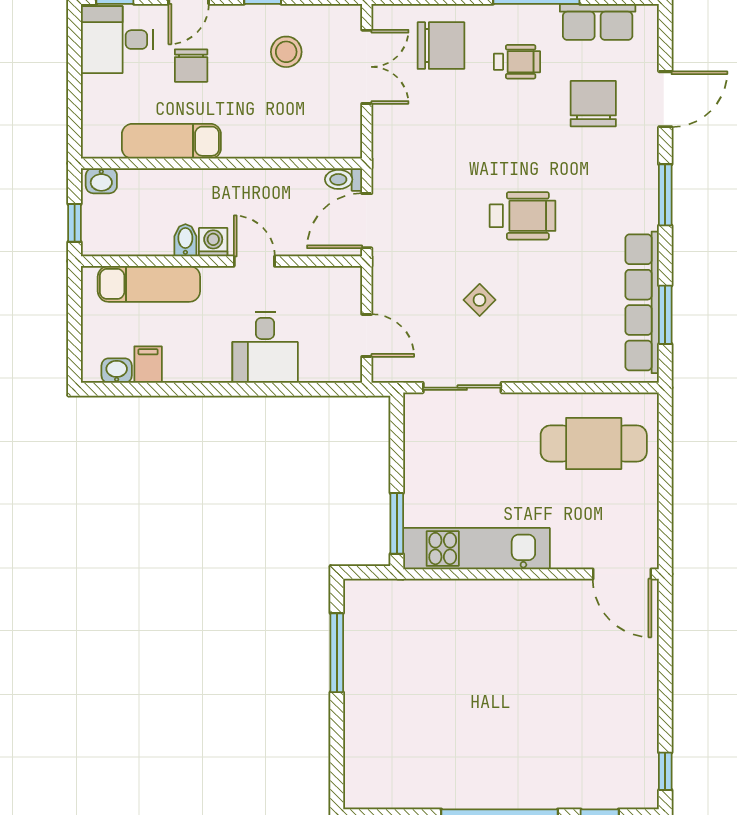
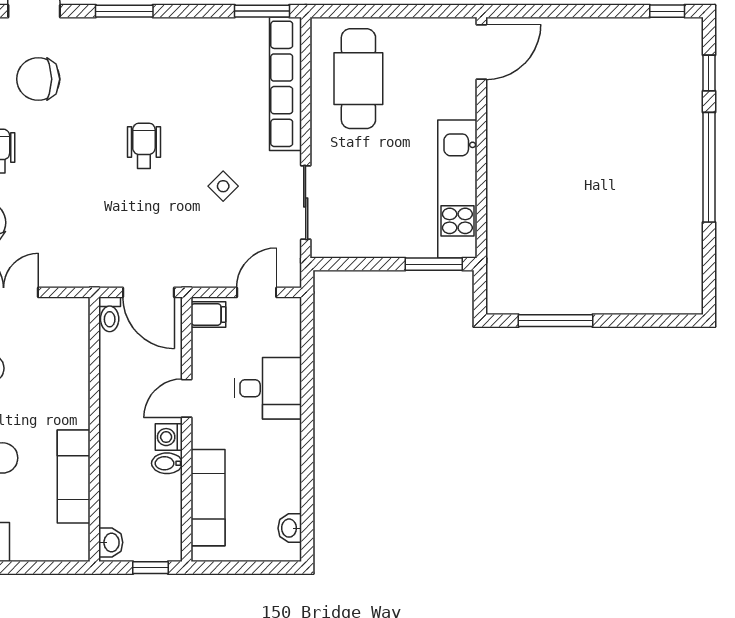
wheelchair: (523, 216) -> (144, 146), width x0.73, depth x0.73
row of seats: (642, 302) -> (285, 84), moved, turned 90
window: (665, 315) -> (262, 11), moved
filing cabinet: (148, 365) -> (208, 314), moved, turned 180

